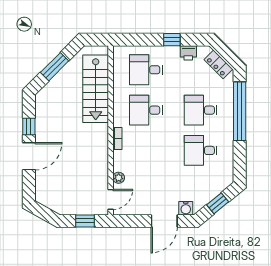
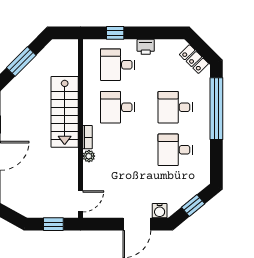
window: (172, 40) -> (115, 33), moved
printer: (188, 53) -> (146, 47), moved
stairs: (96, 89) -> (65, 112), moved
plant: (119, 178) -> (89, 156), moved

